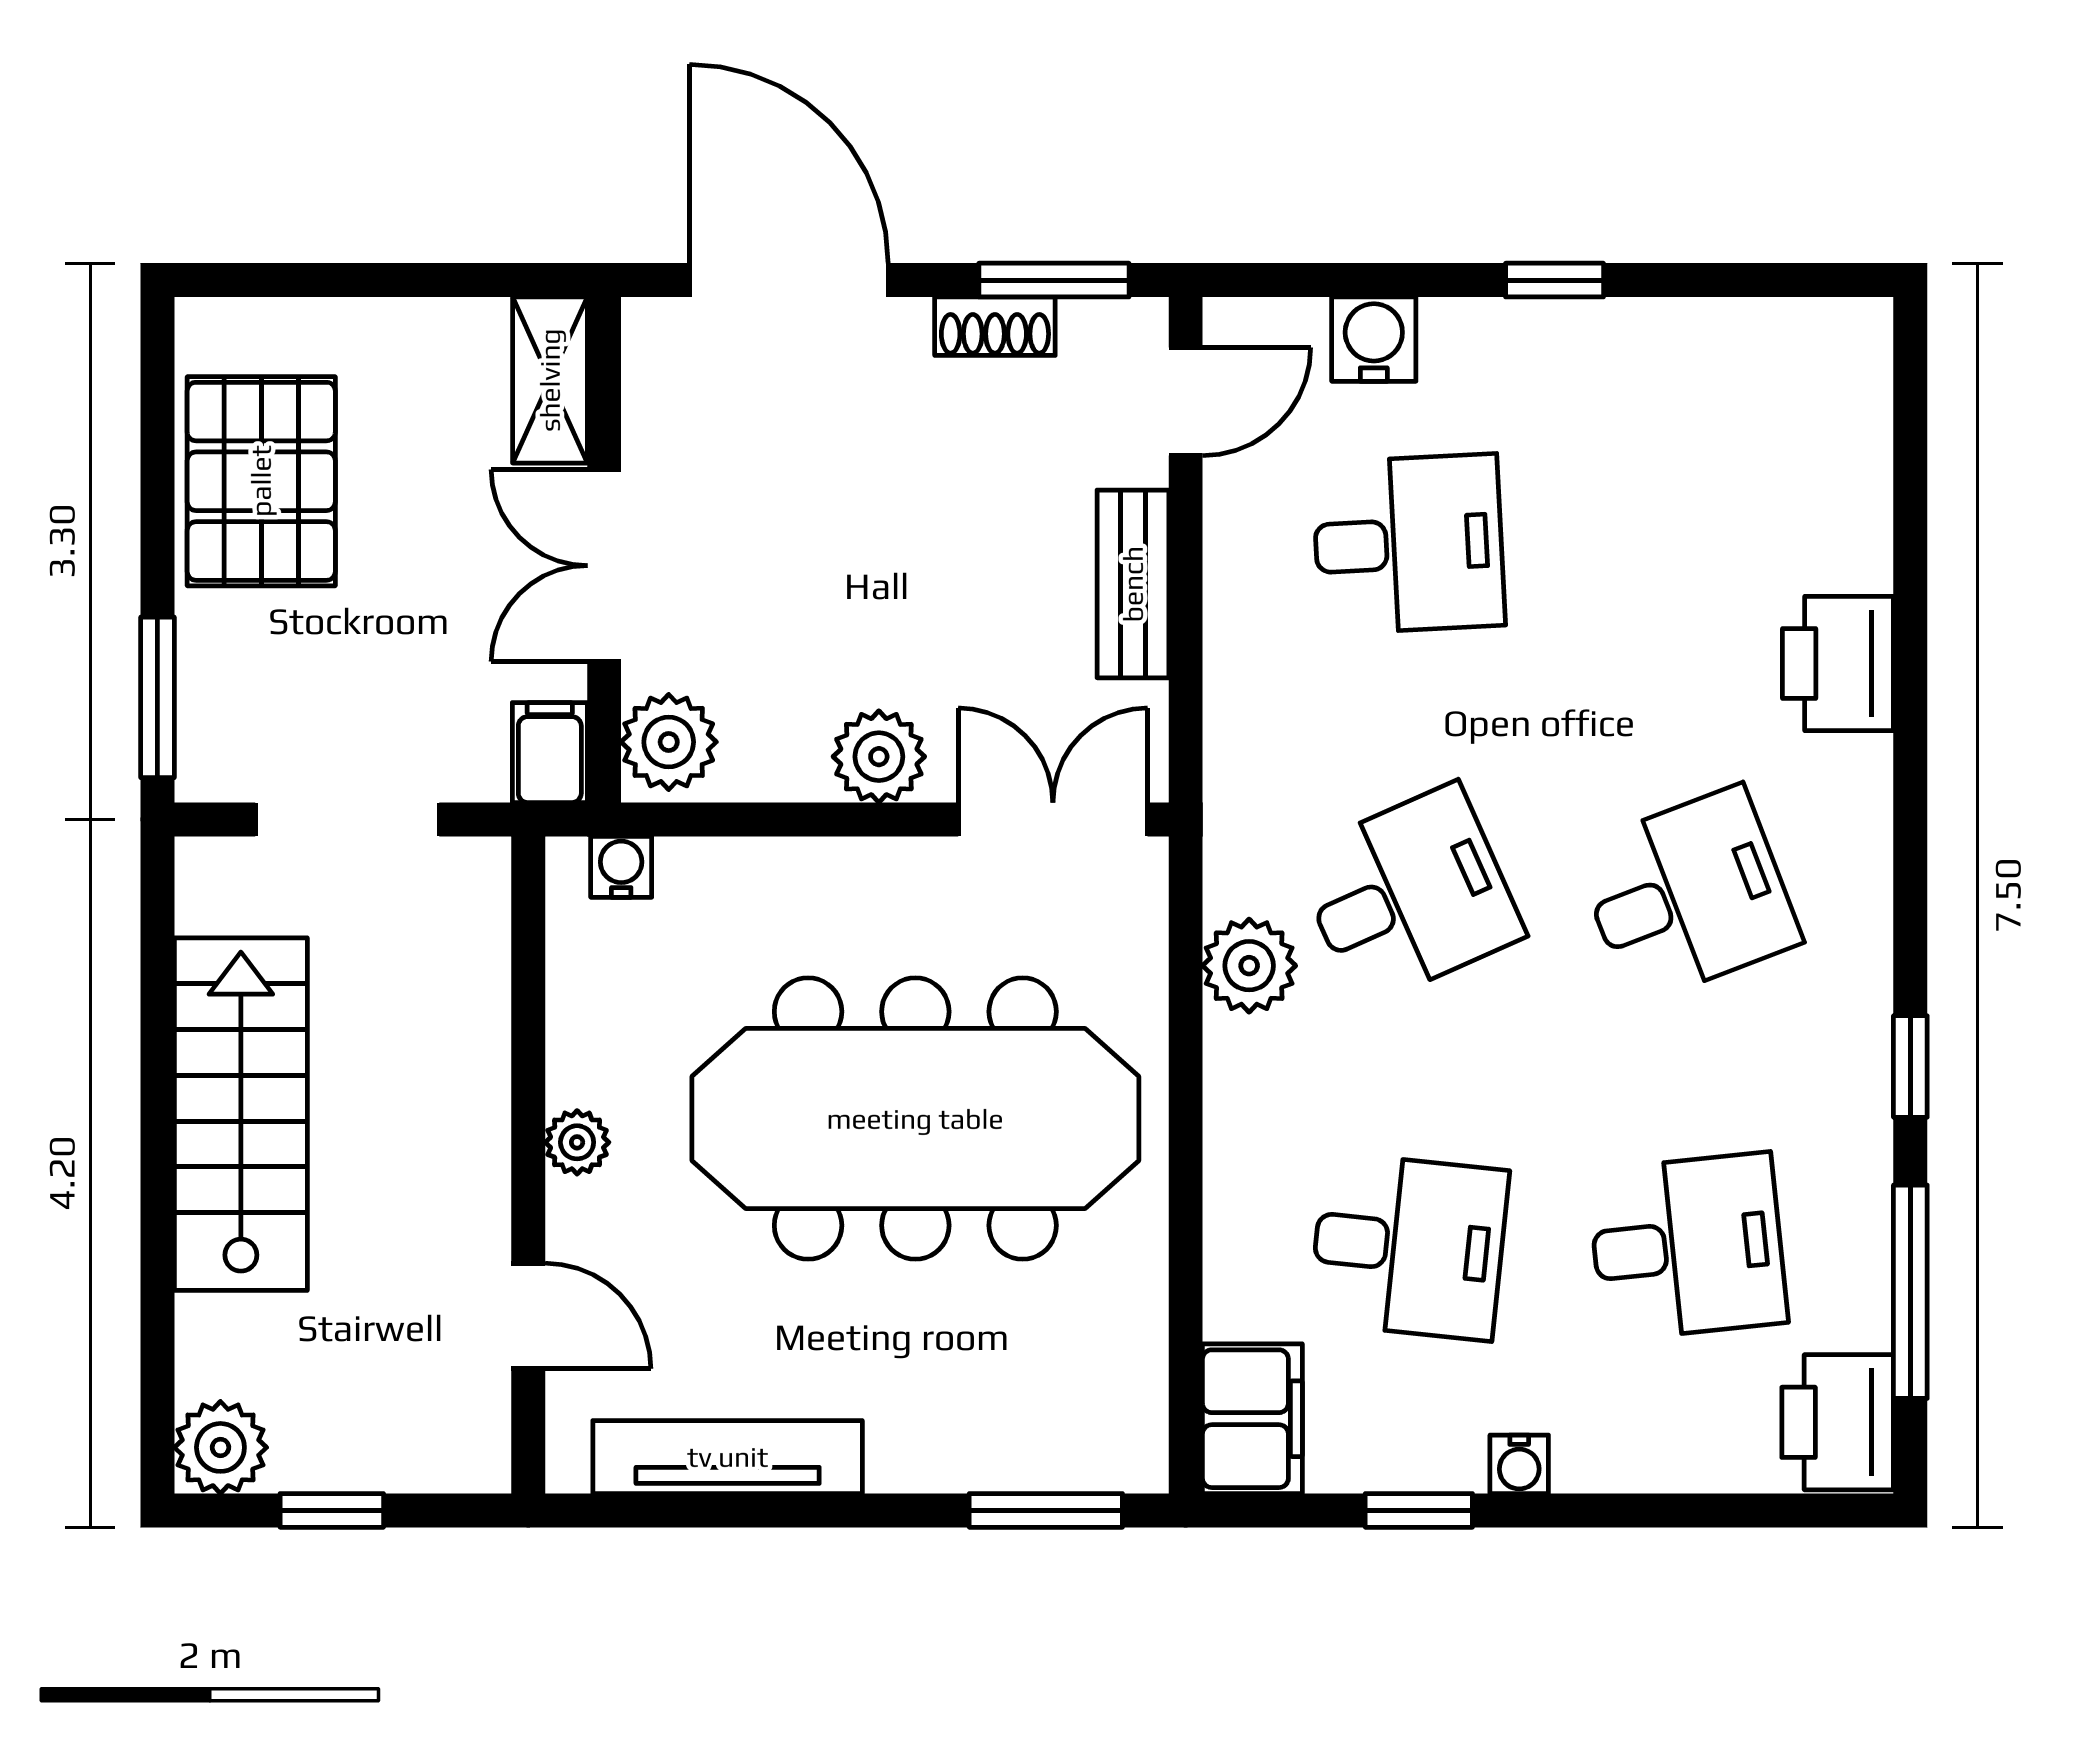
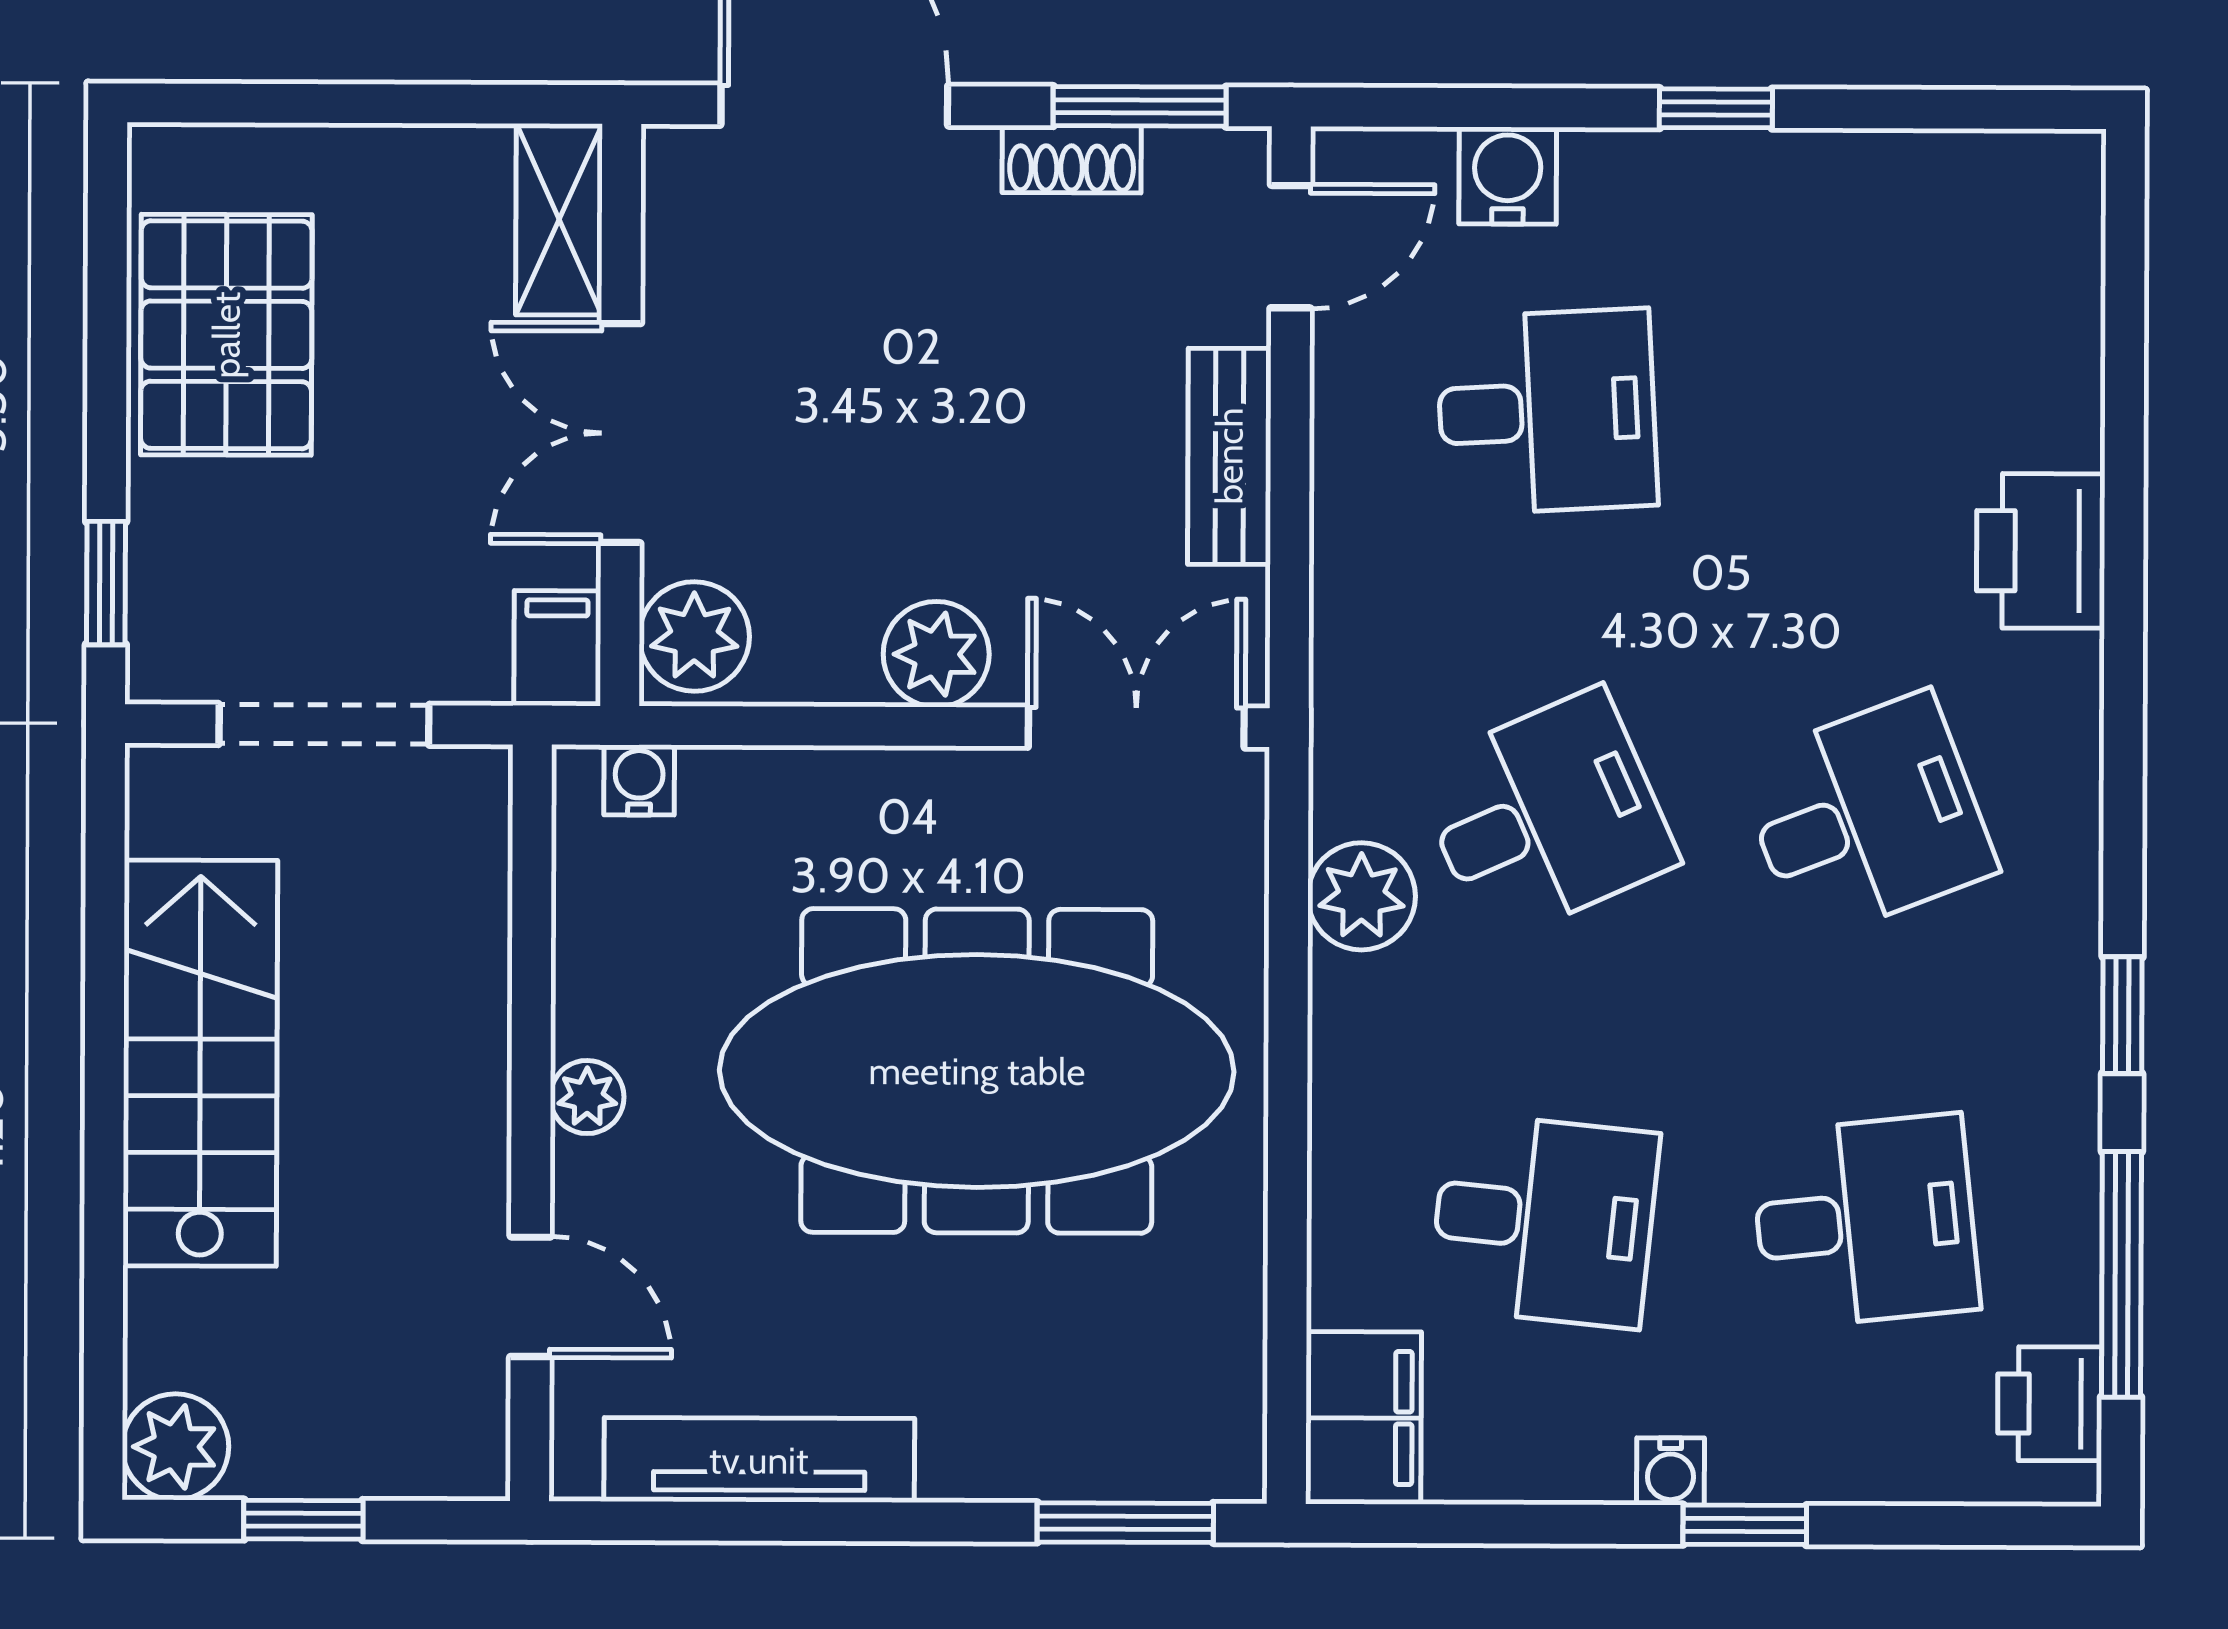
window: (157, 697) -> (106, 583), width x0.67
printer: (1838, 1422) -> (2050, 1404), width x0.73, depth x0.81
window: (1419, 1510) -> (1745, 1525), moved

